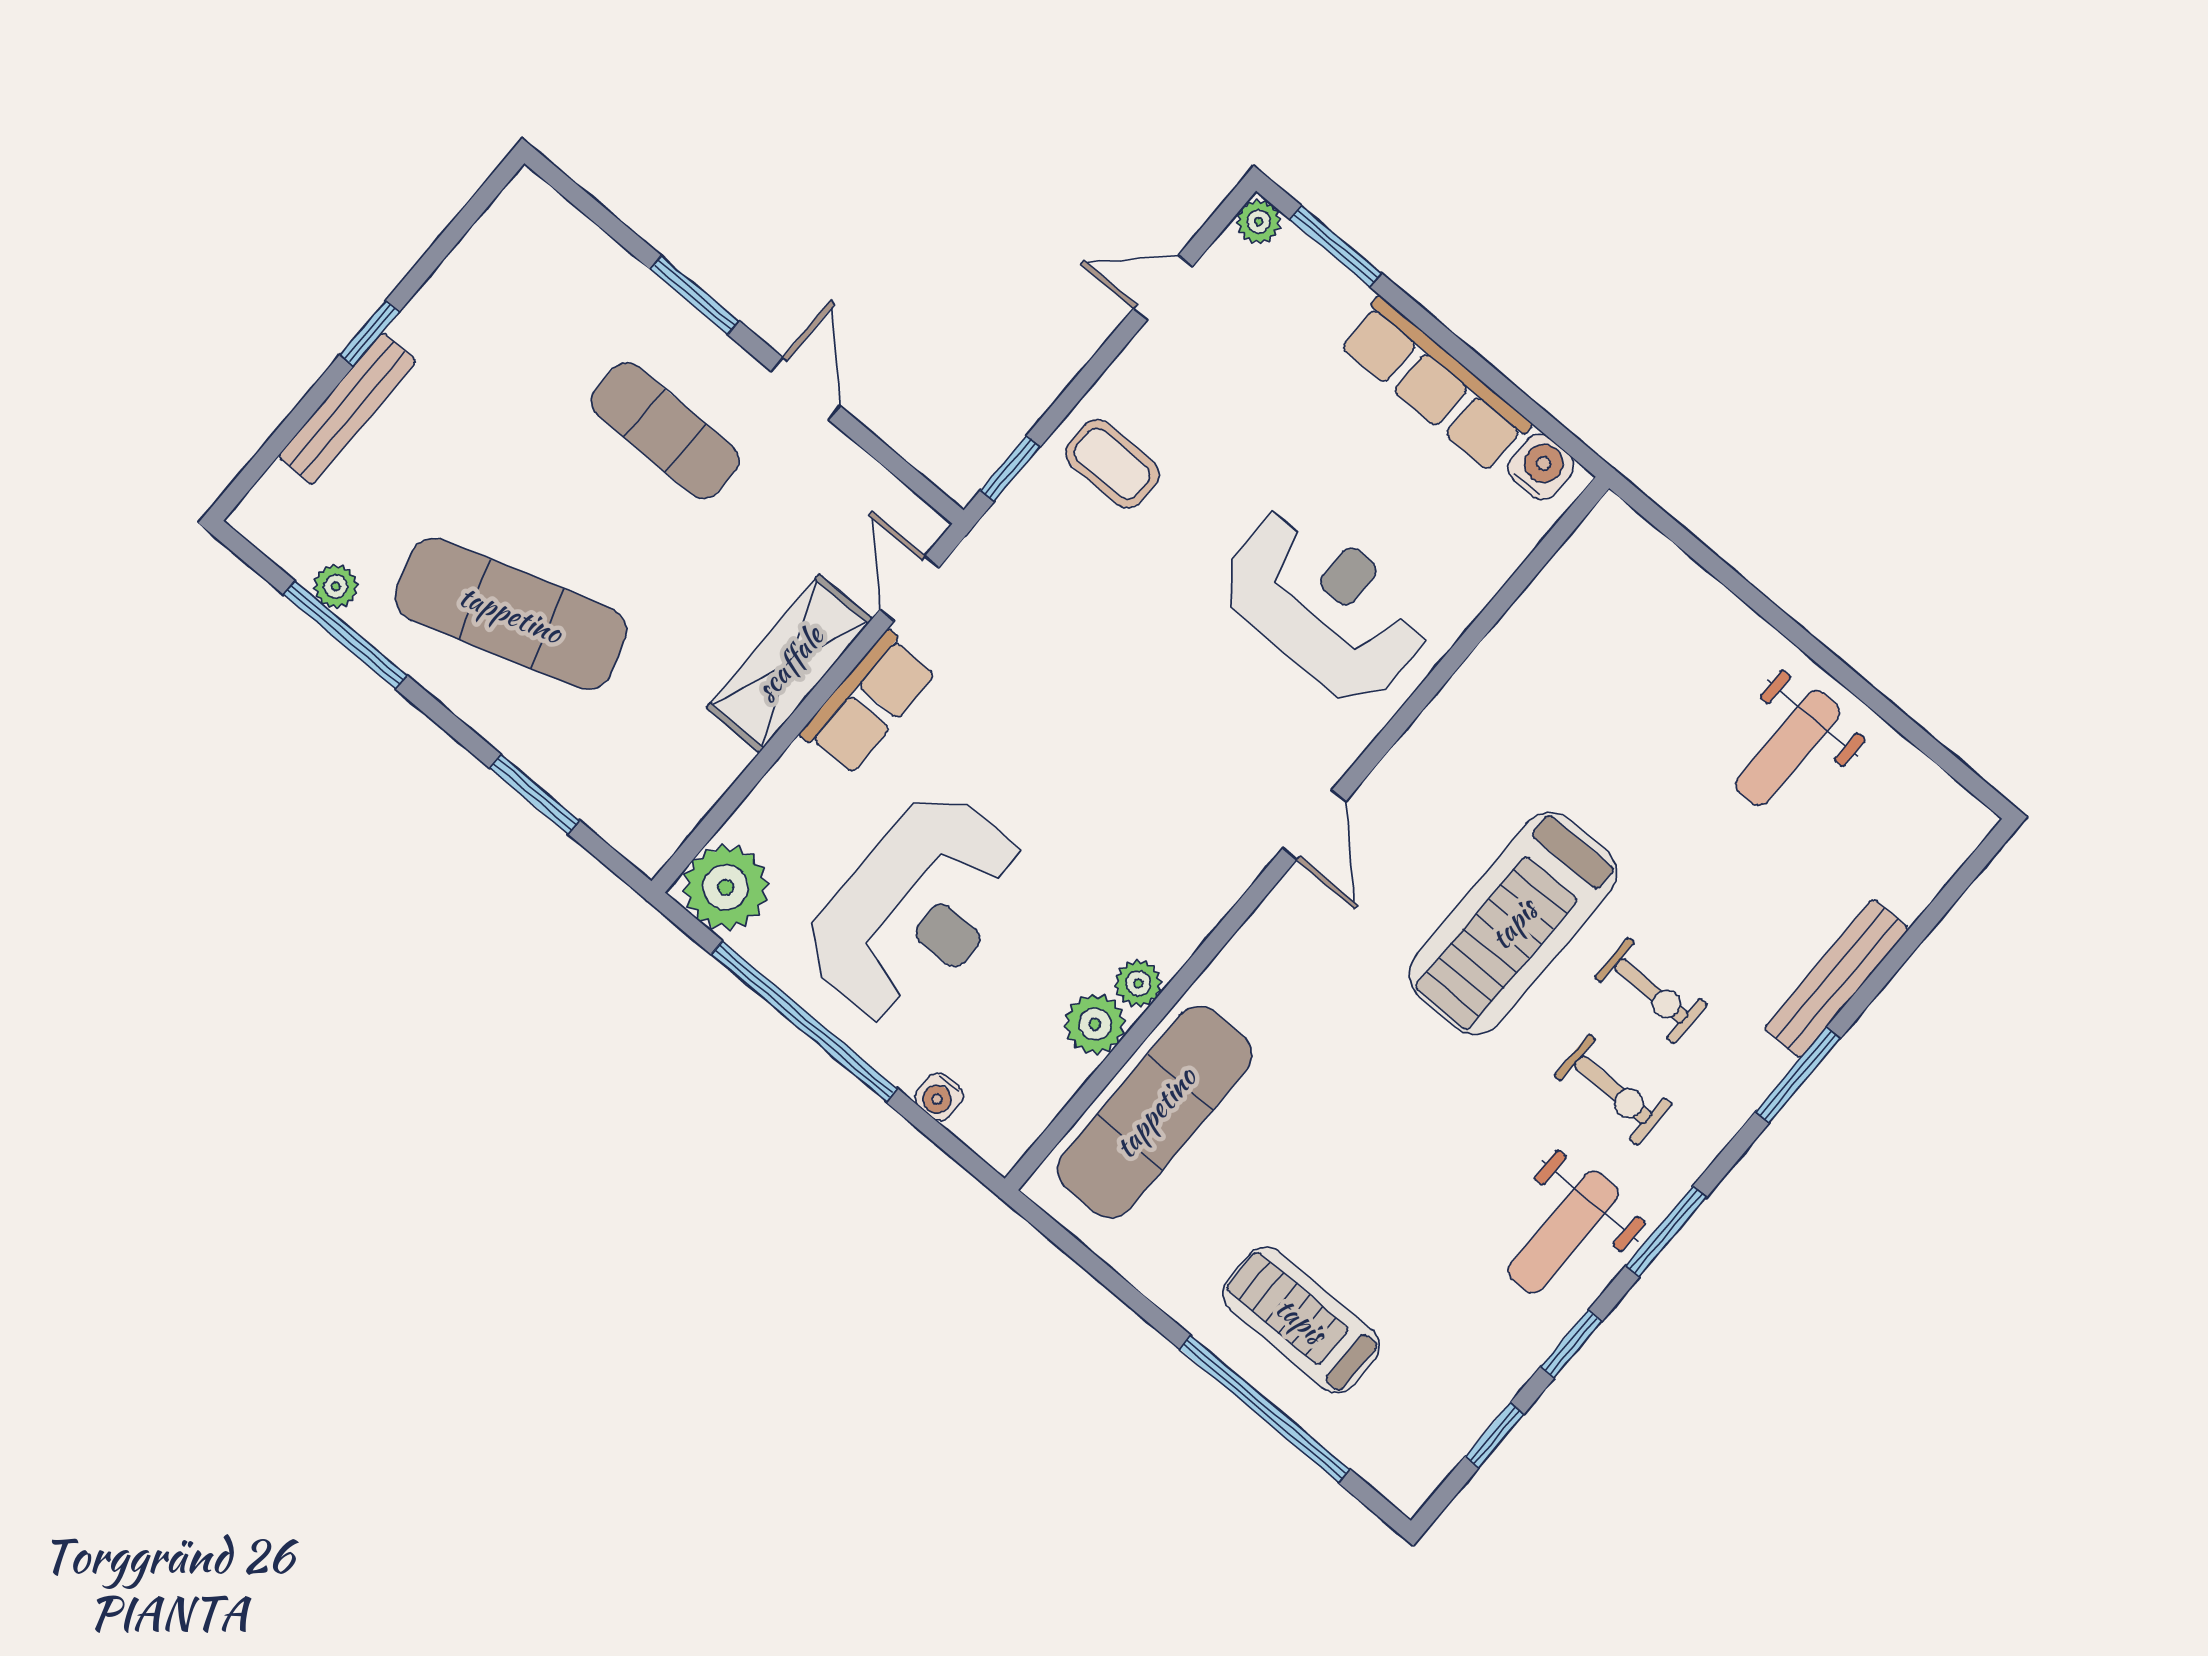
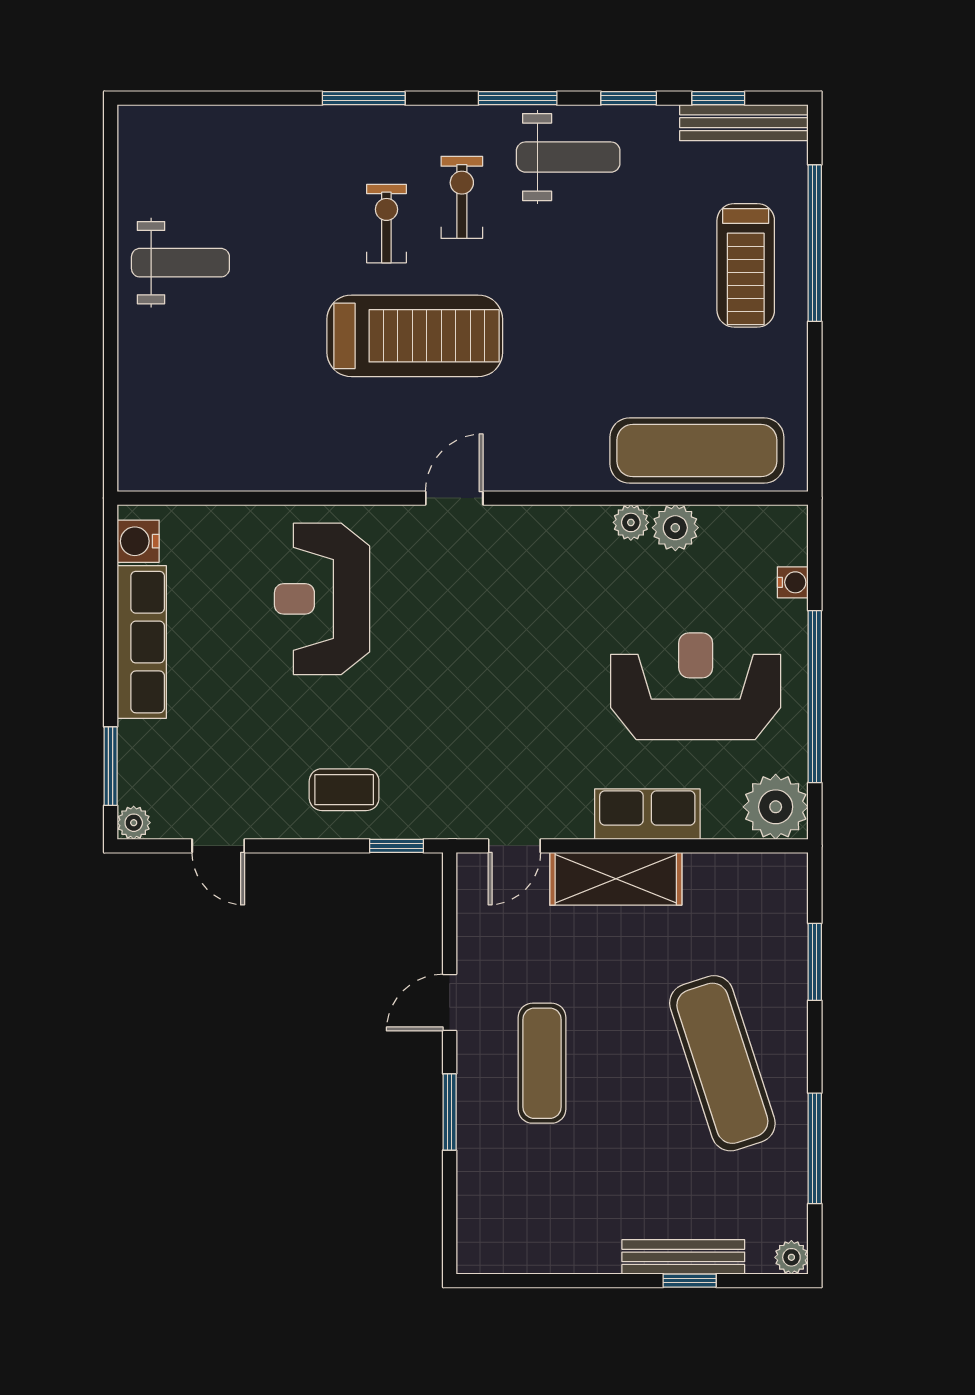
window: (370, 333) -> (690, 1281), moved
coffee table: (1112, 464) -> (344, 790), turned 90
plant: (336, 586) -> (791, 1257), moved
row of seats: (869, 703) -> (647, 814), moved
bench: (1837, 979) -> (744, 123), moved

